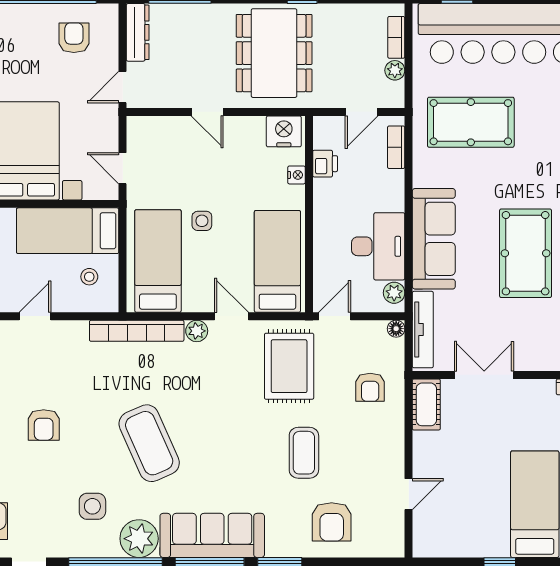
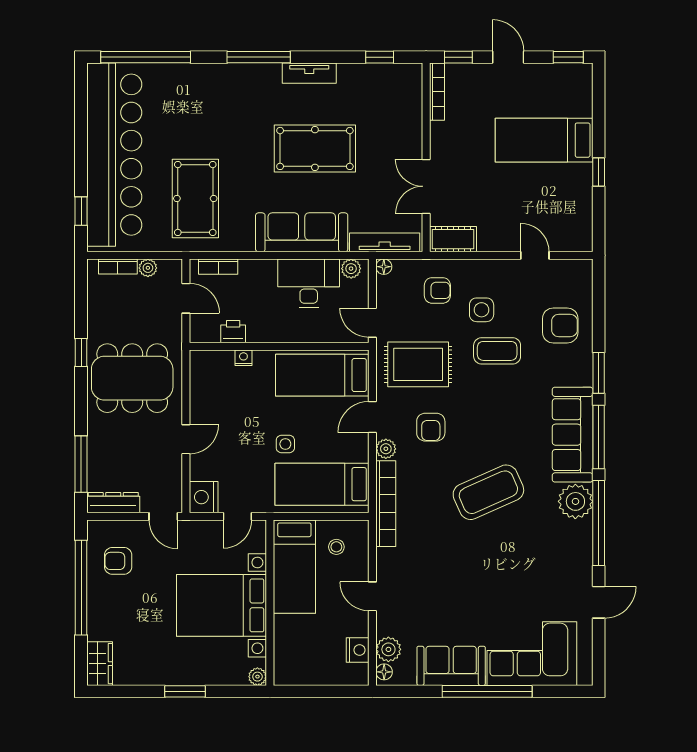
nightstand: (284, 131) -> (204, 497), moved
armchair: (44, 425) -> (431, 427), moved, turned 90
side table: (92, 506) -> (482, 310), moved

